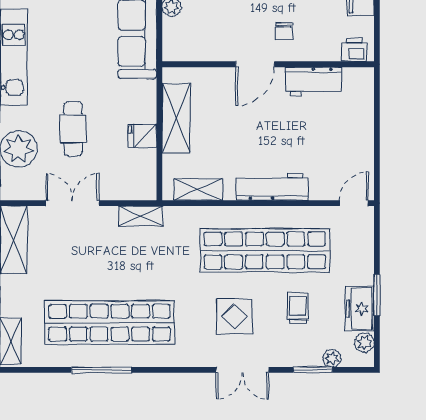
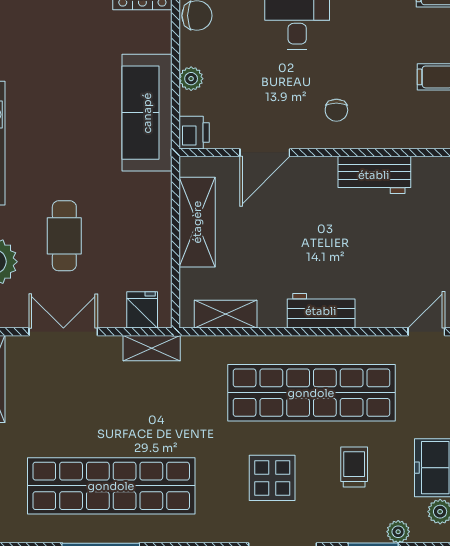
printer: (354, 50) -> (194, 133), moved, turned 90
door: (255, 64) -> (265, 153), moved
fridge: (142, 136) -> (142, 310), moved, turned 90
workbench: (272, 187) -> (321, 311), width x0.73

